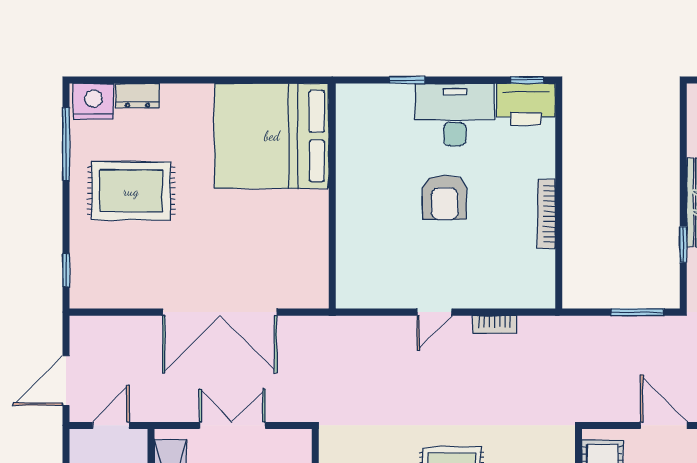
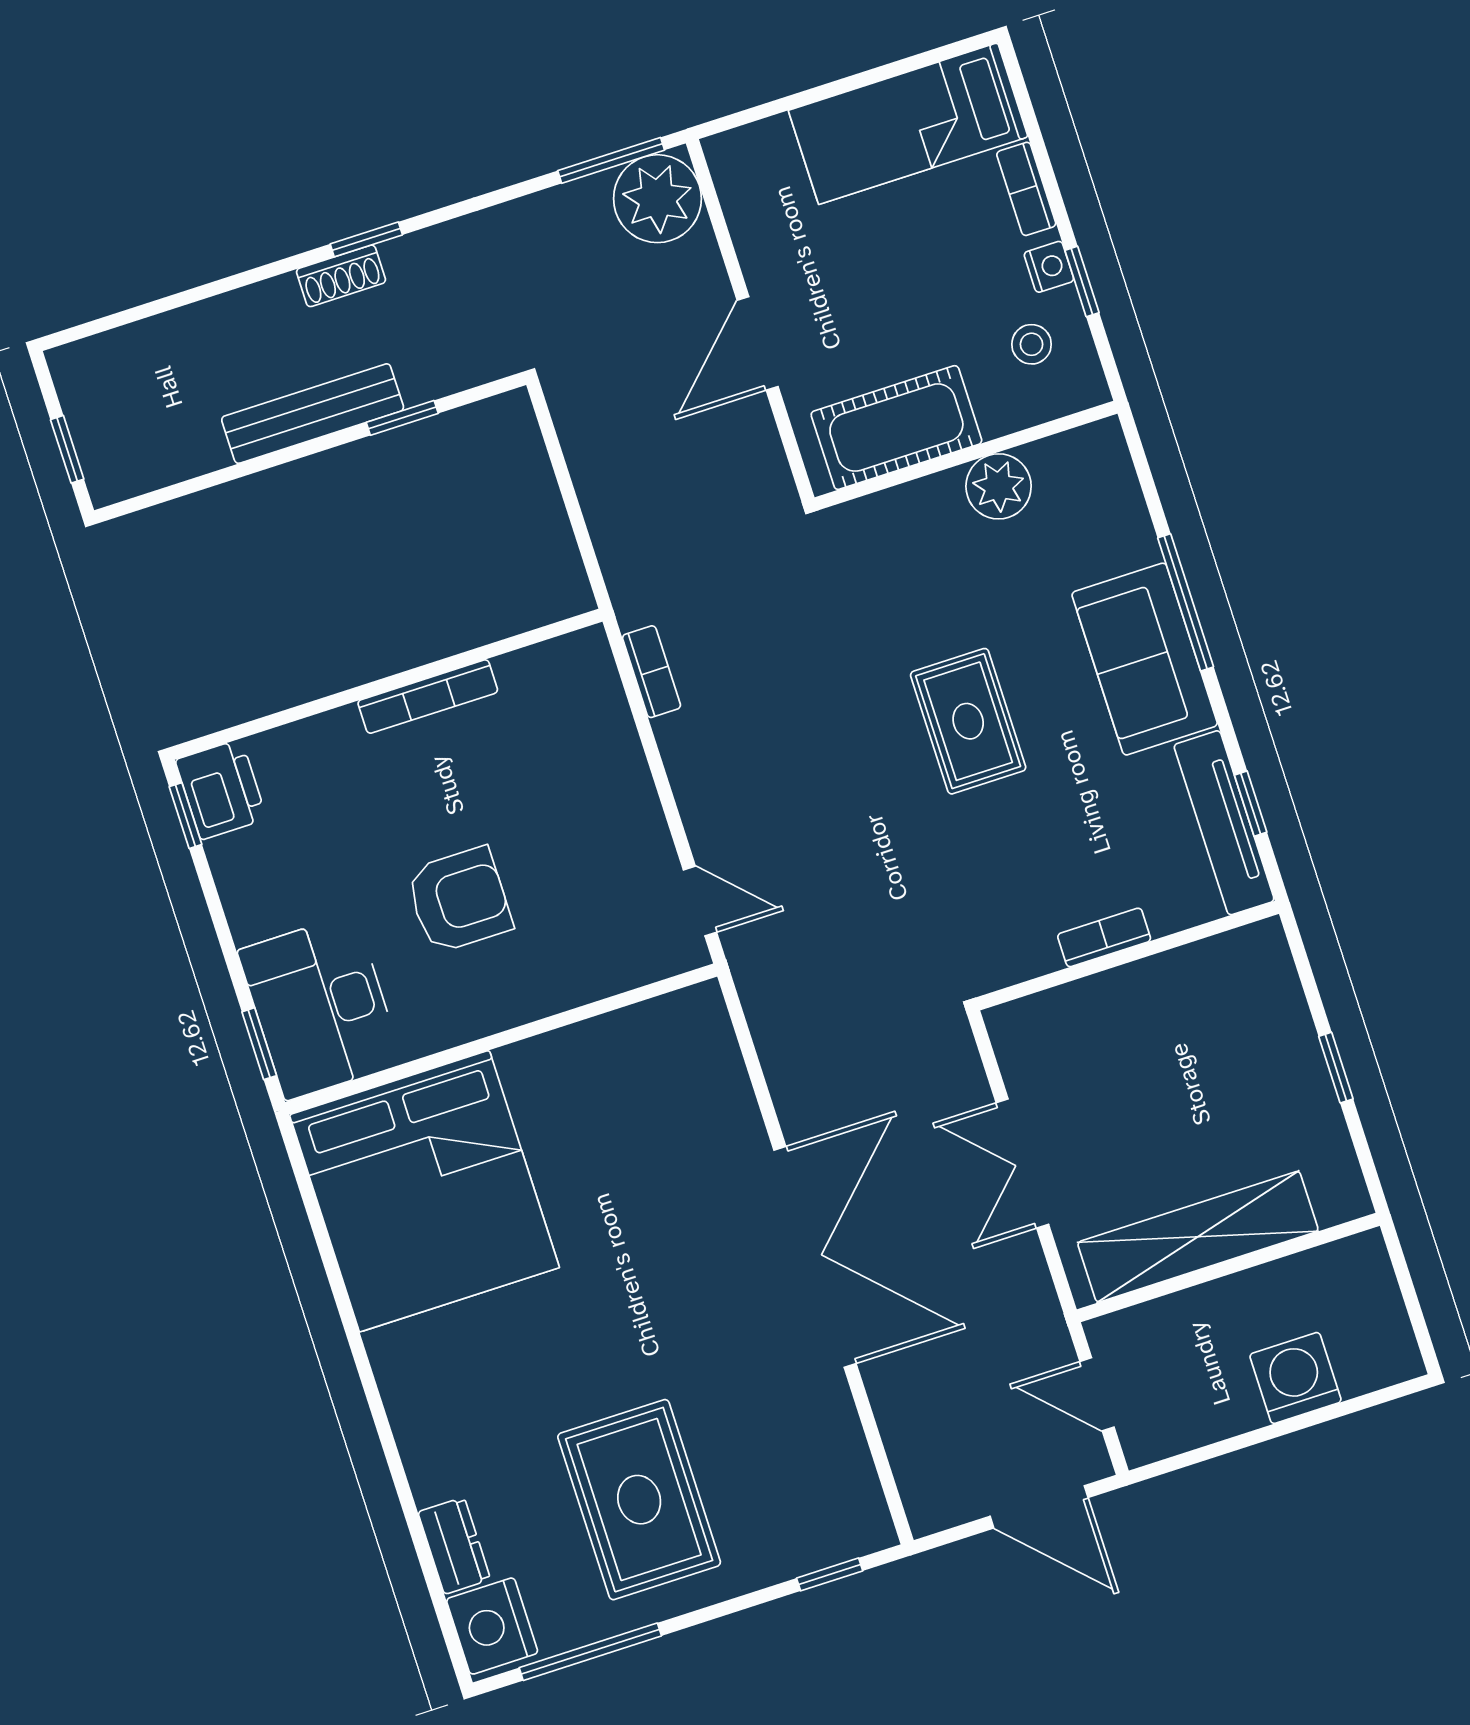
printer: (526, 104) -> (221, 789), width x0.73, depth x0.84
desk: (455, 115) -> (320, 1007), moved
bed: (272, 136) -> (424, 1191), moved
wall: (332, 196) -> (501, 1039), moved
door: (434, 312) -> (700, 901), moved
window: (637, 312) -> (559, 463), removed
bookcase: (494, 324) -> (651, 672), moved

